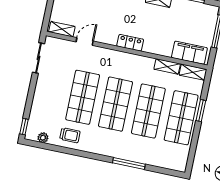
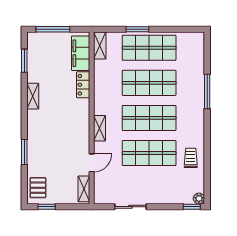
door: (85, 42) -> (92, 163), swing flipped
locker: (130, 43) -> (83, 85), moved
sliding door: (38, 58) -> (130, 207), moved
shelving: (167, 66) -> (100, 128), moved
plant: (43, 138) -> (199, 198), moved

